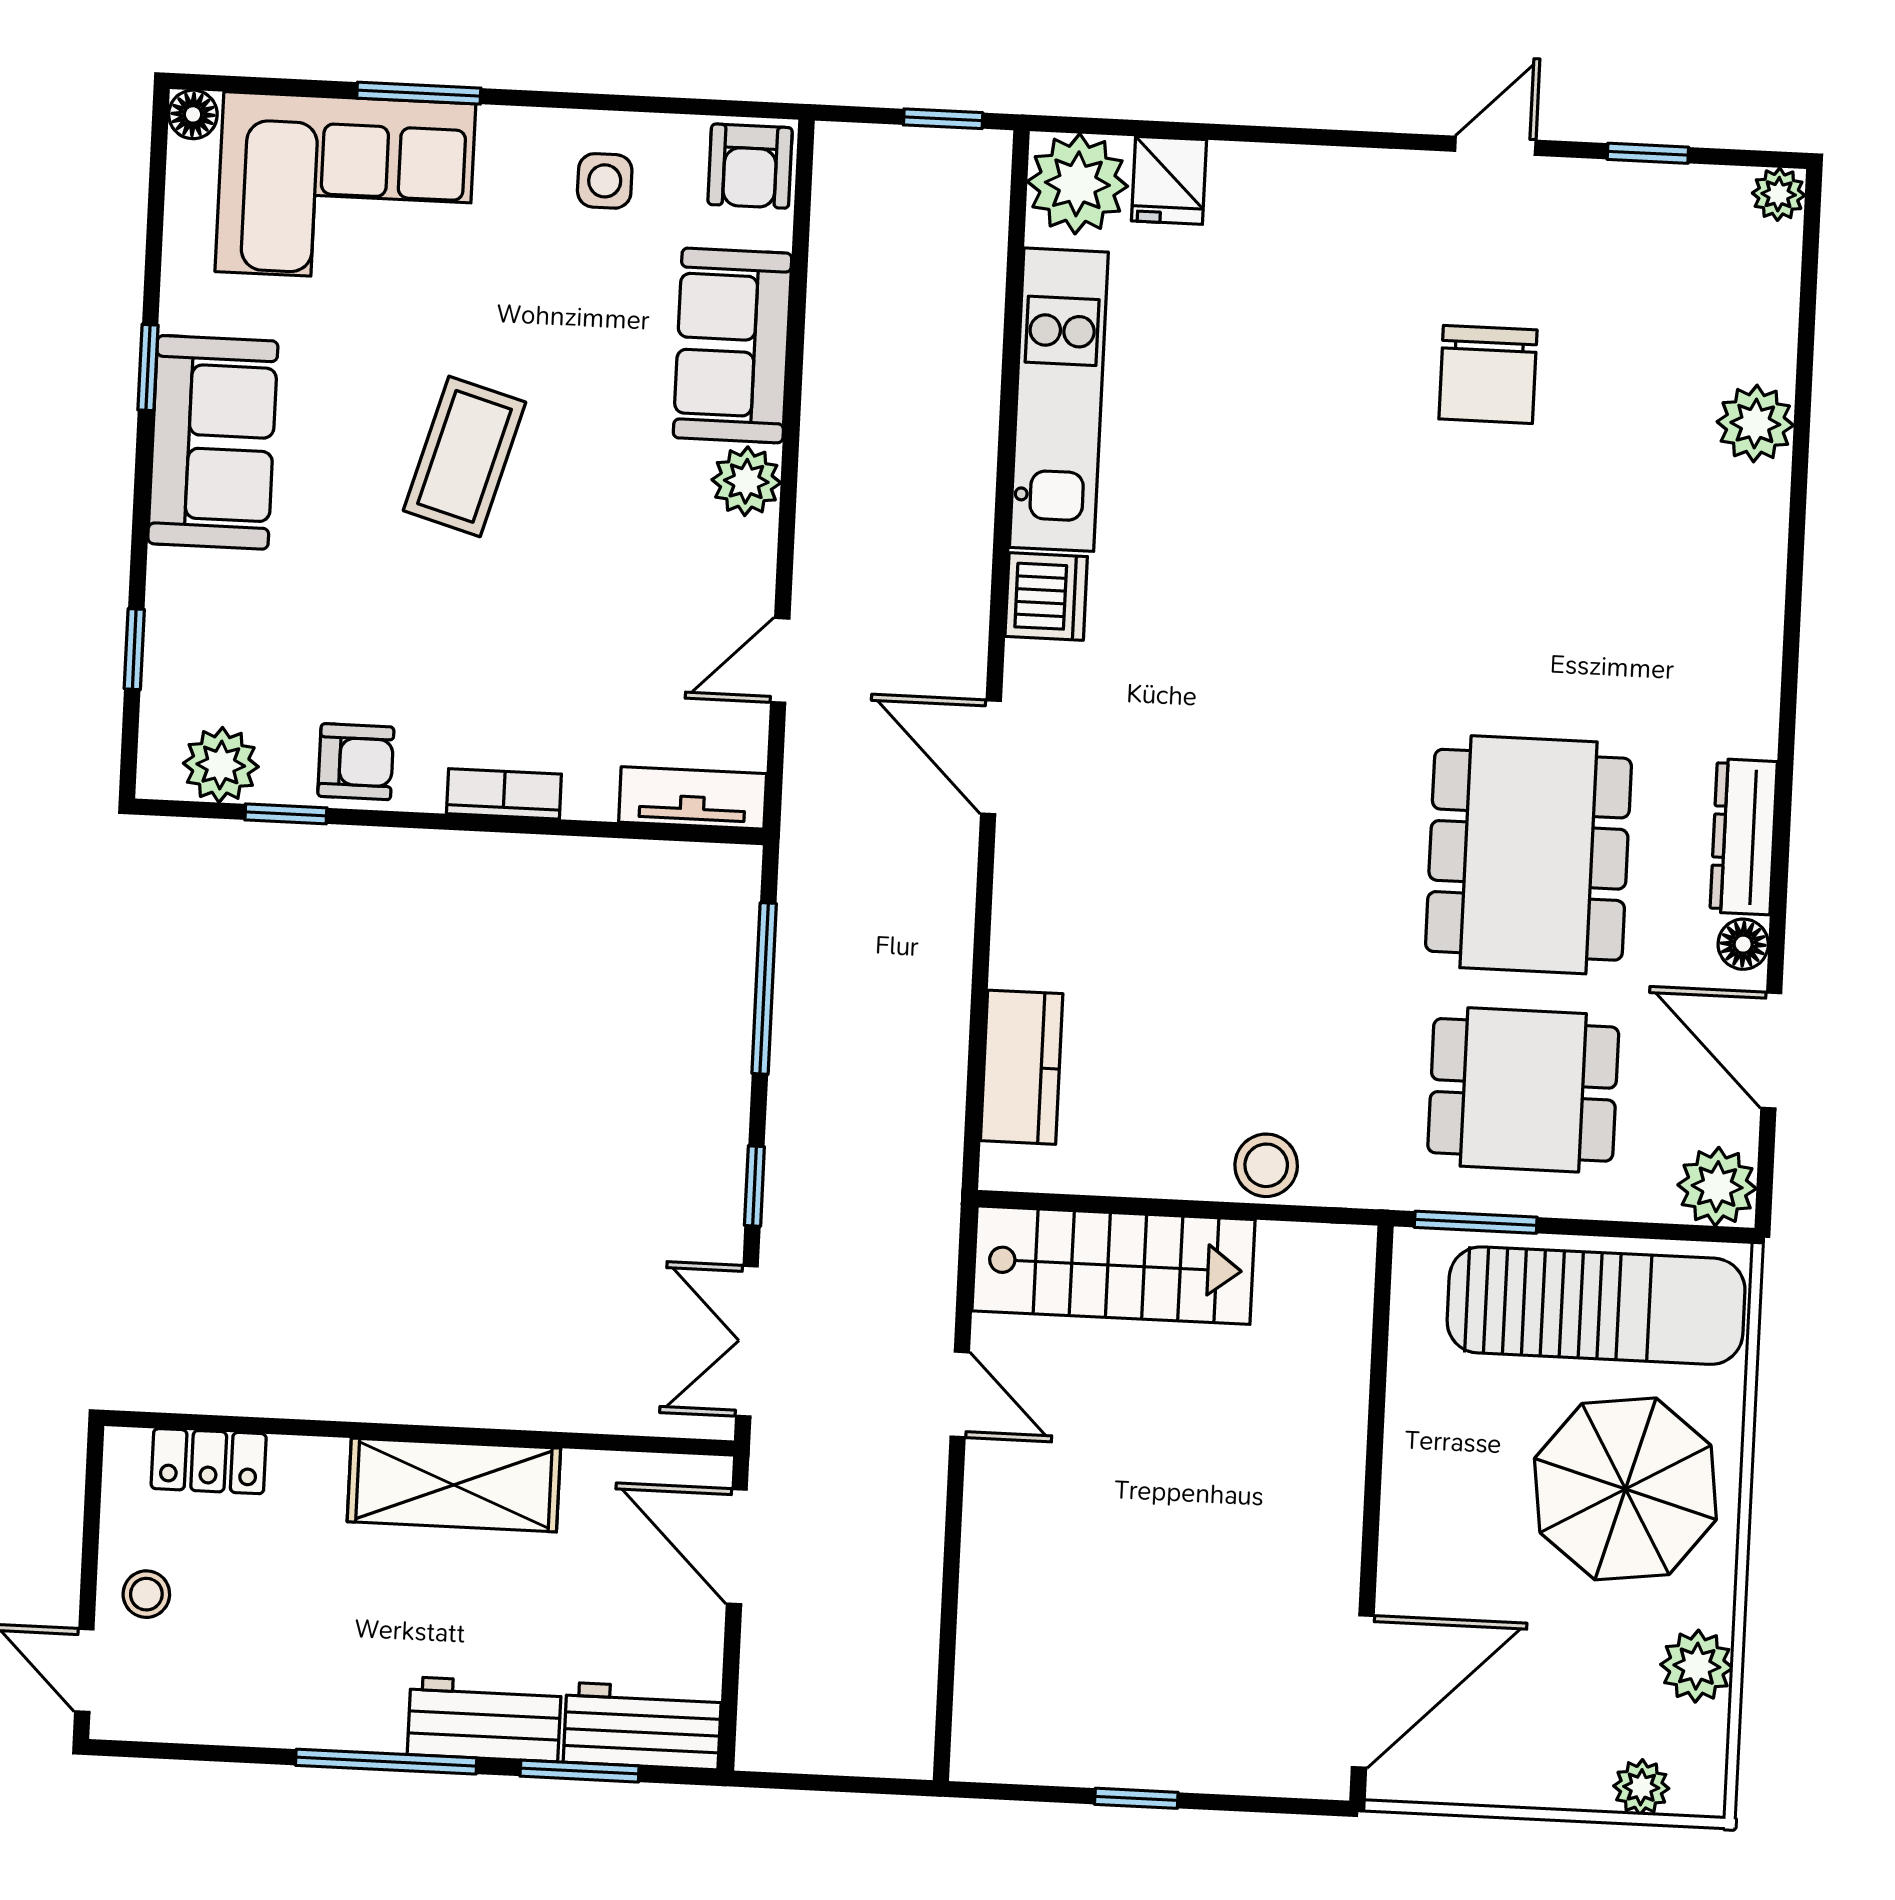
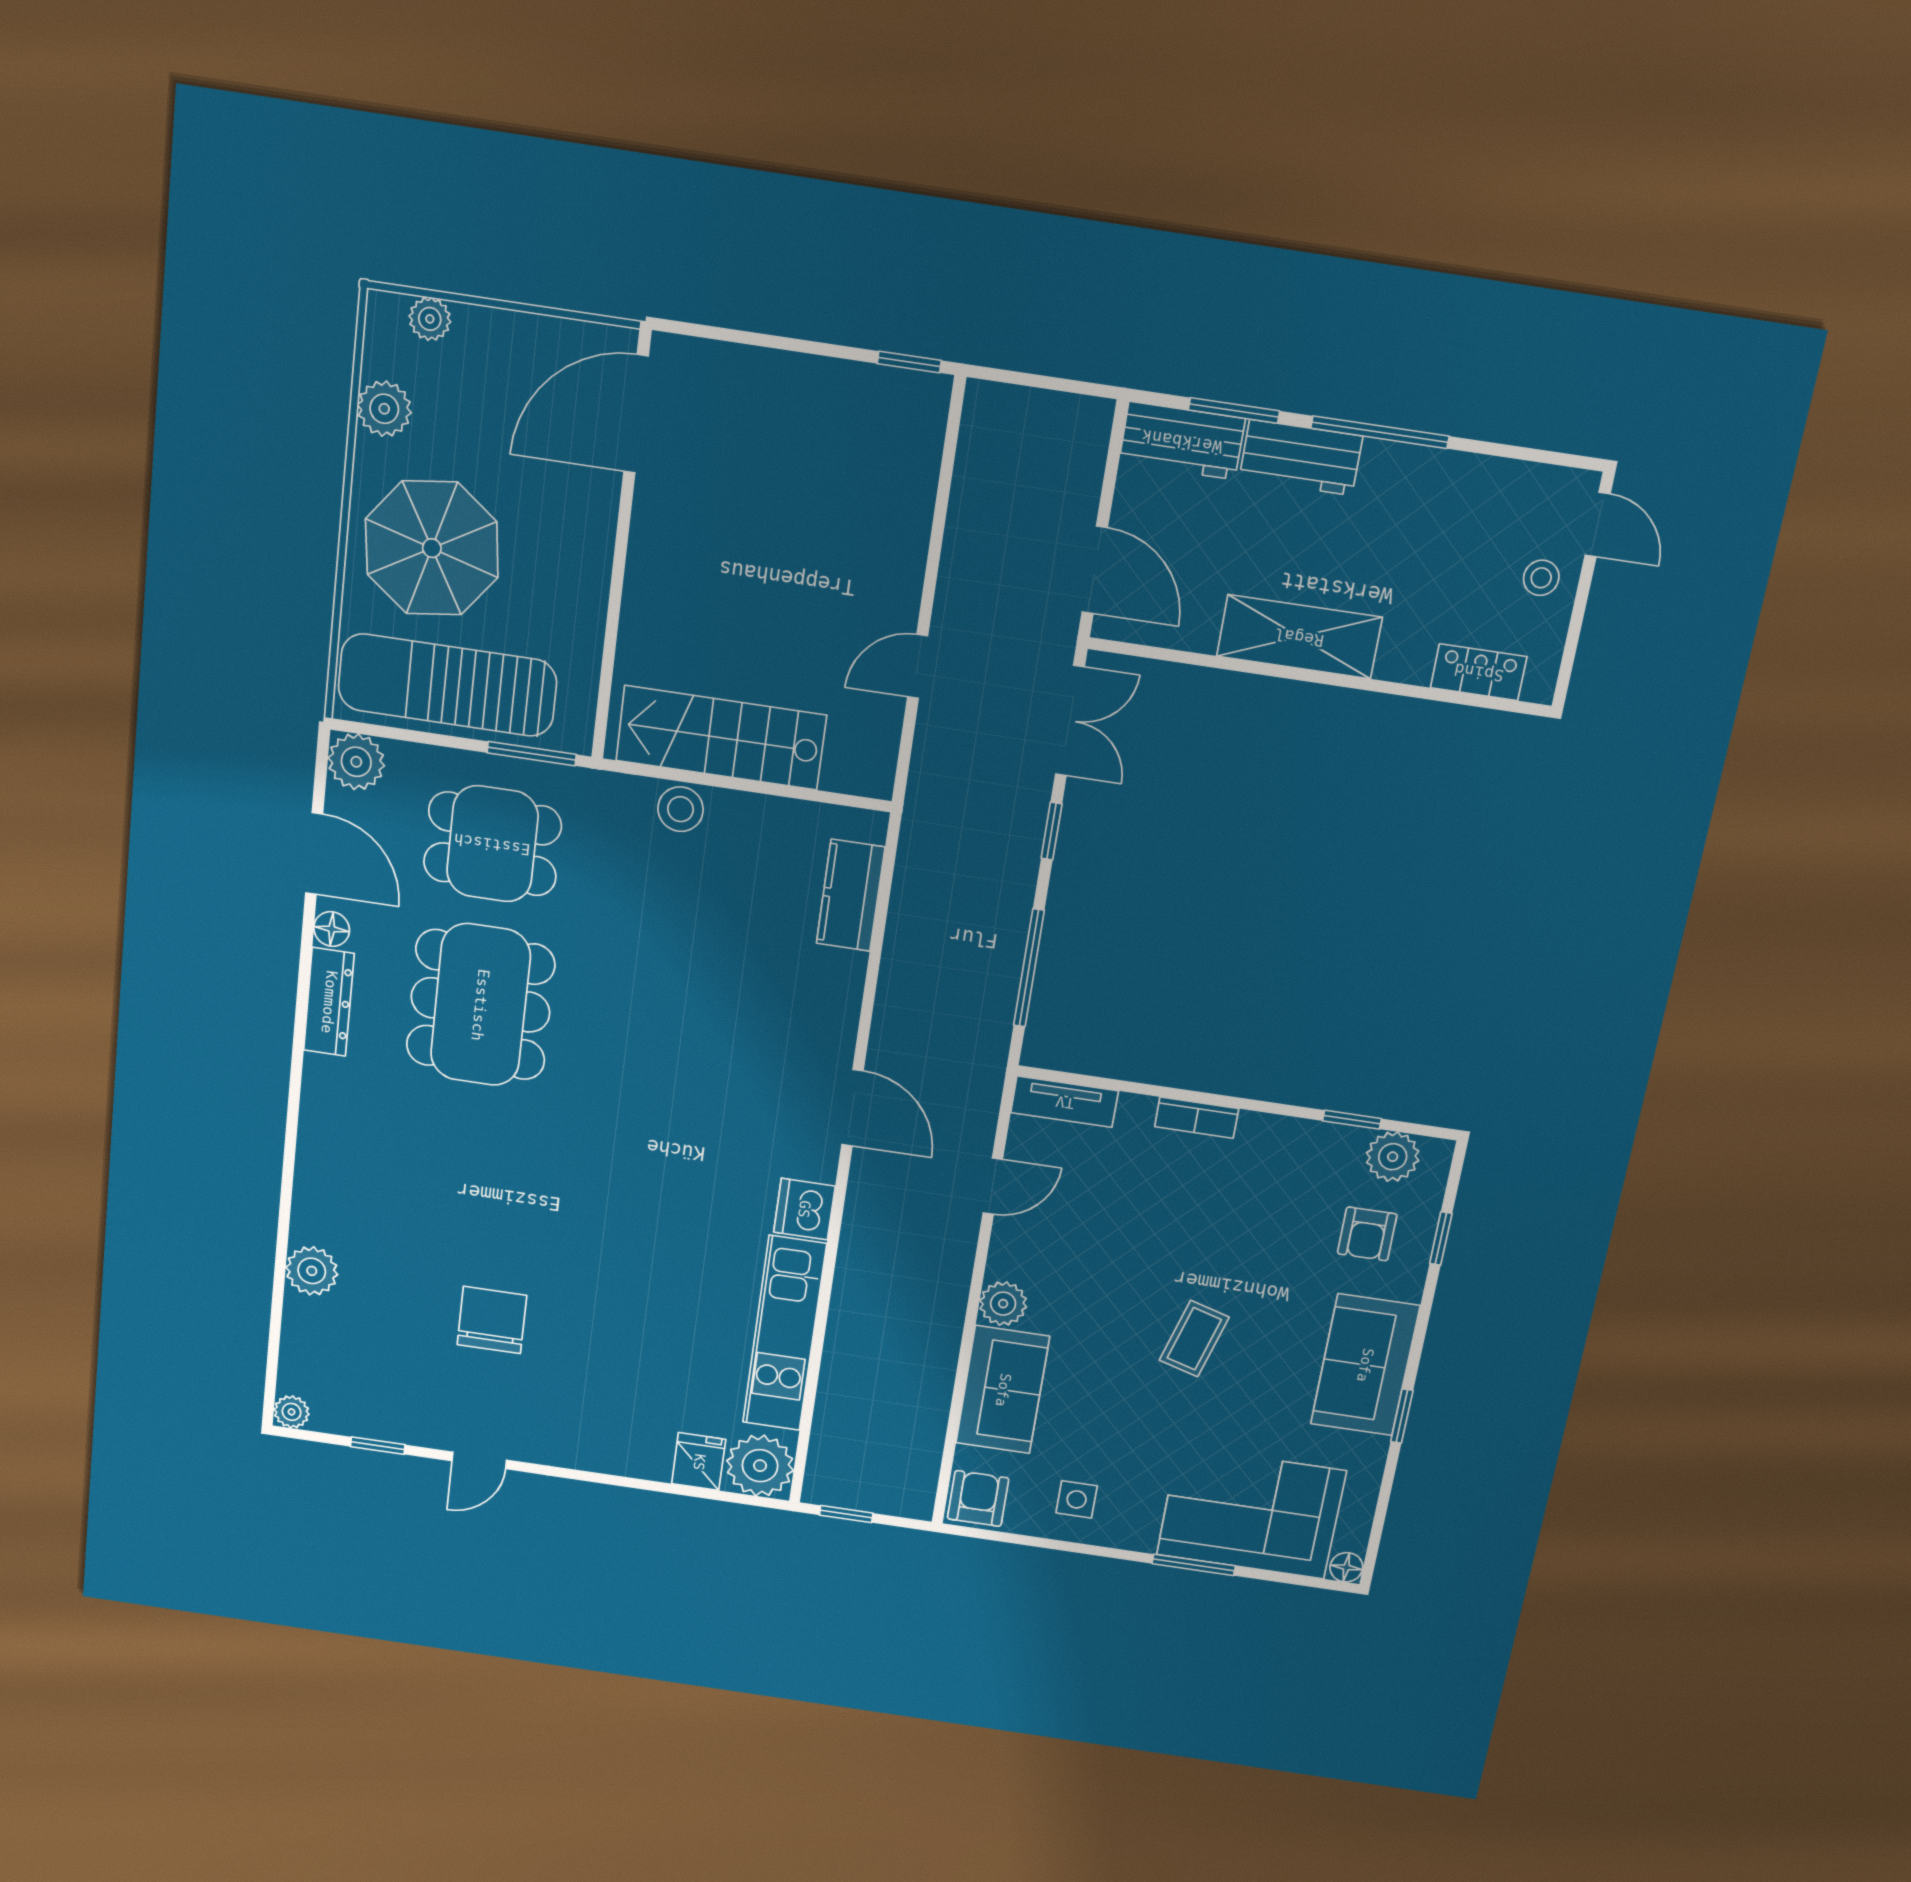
coffee table: (464, 456) -> (1194, 1339), width x0.73, depth x0.77
armchair: (356, 762) -> (1367, 1234), moved, turned -90
stairs: (1113, 1265) -> (721, 738), moved
door: (960, 1394) -> (918, 666), hinge flipped
window: (1136, 1798) -> (909, 362), moved

